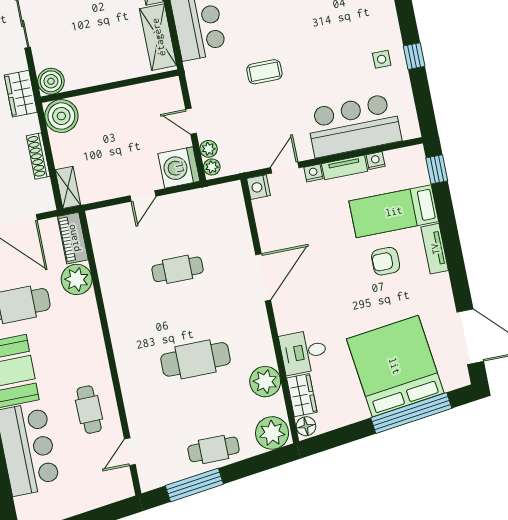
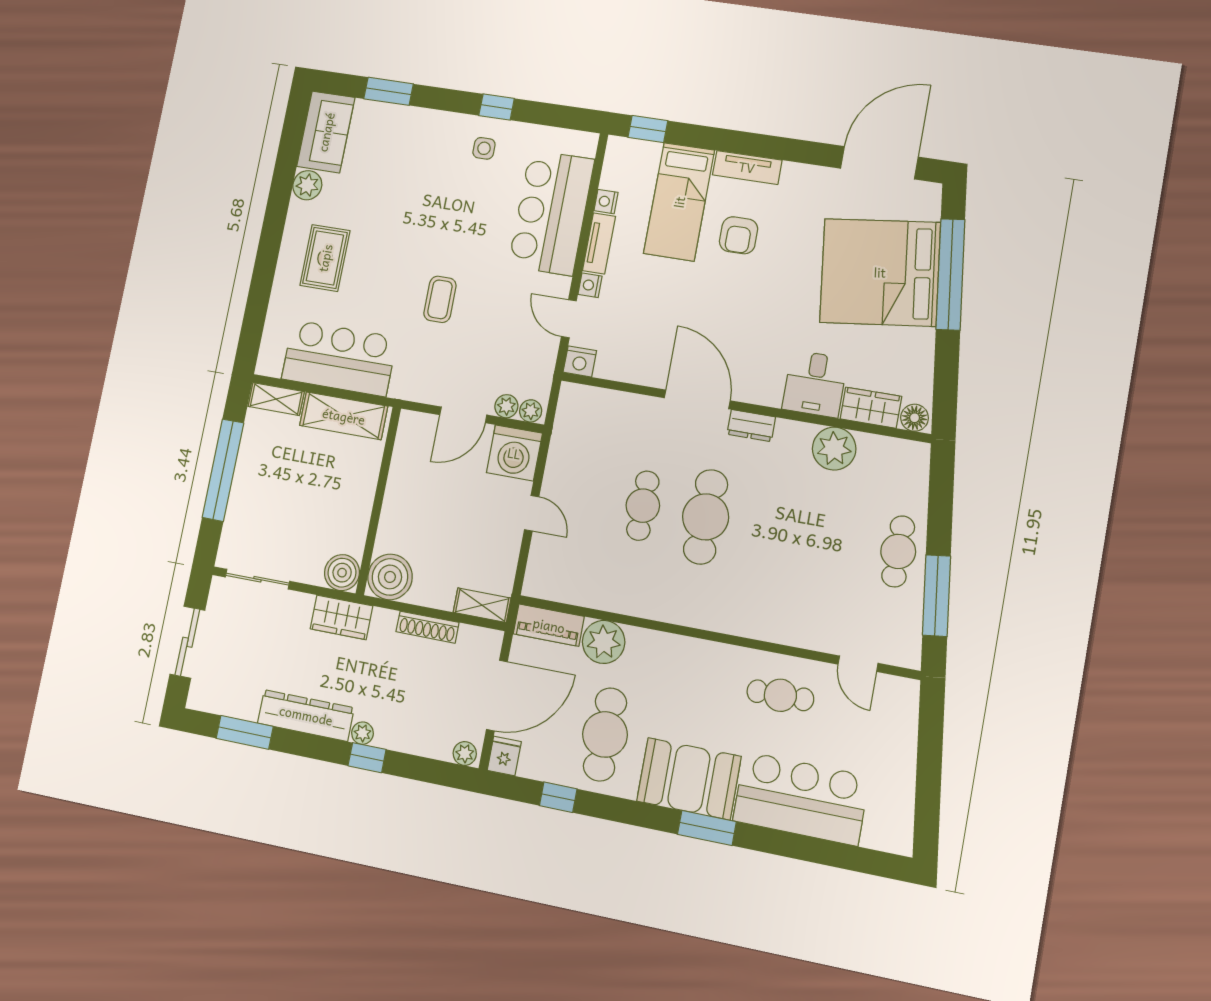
door: (191, 121) -> (463, 415), width x1.38
dresser: (259, 321) -> (751, 426), added
cafe table: (196, 359) -> (706, 517), moved
plant: (272, 433) -> (906, 466), removed

